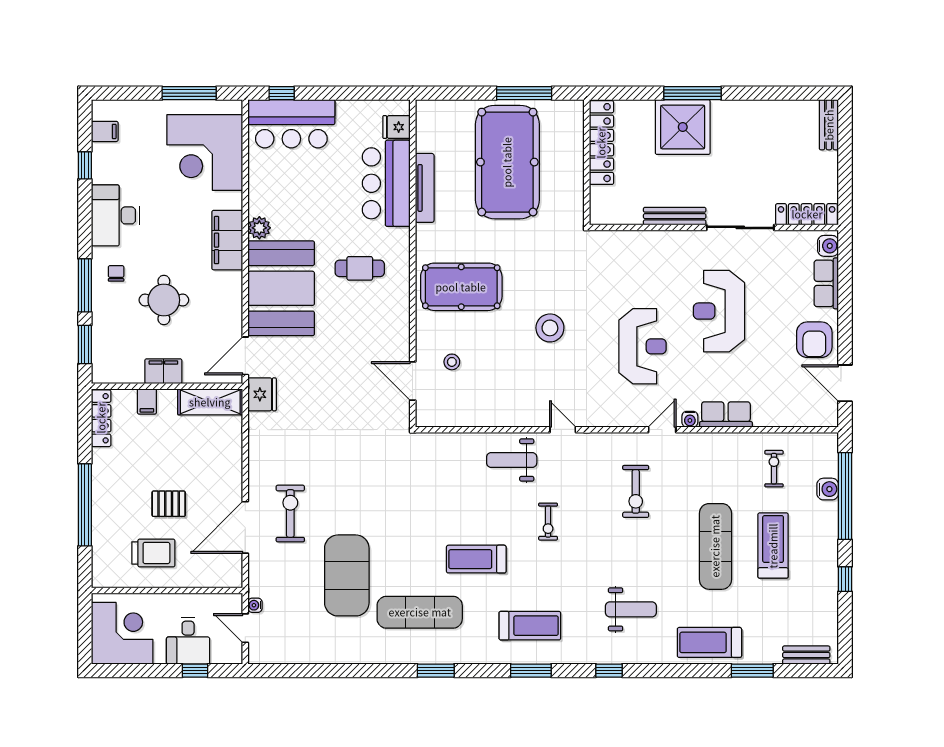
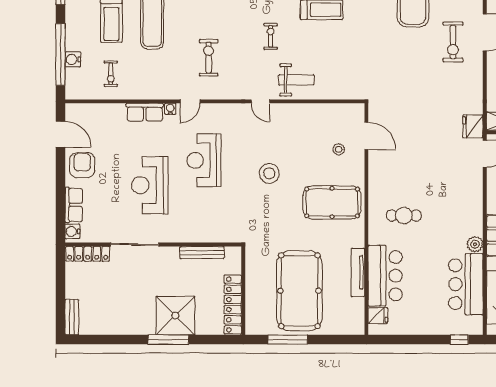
bar counter: (291, 124) -> (466, 284), moved, turned -90
bench: (675, 216) -> (202, 253), moved
booth: (281, 288) -> (459, 201), removed
reception desk: (719, 311) -> (150, 185), turned 180

